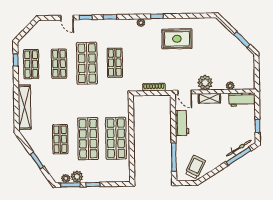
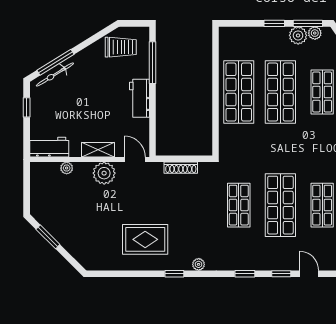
workbench: (182, 123) -> (140, 98), moved
trolley: (195, 167) -> (121, 47), turned -117

